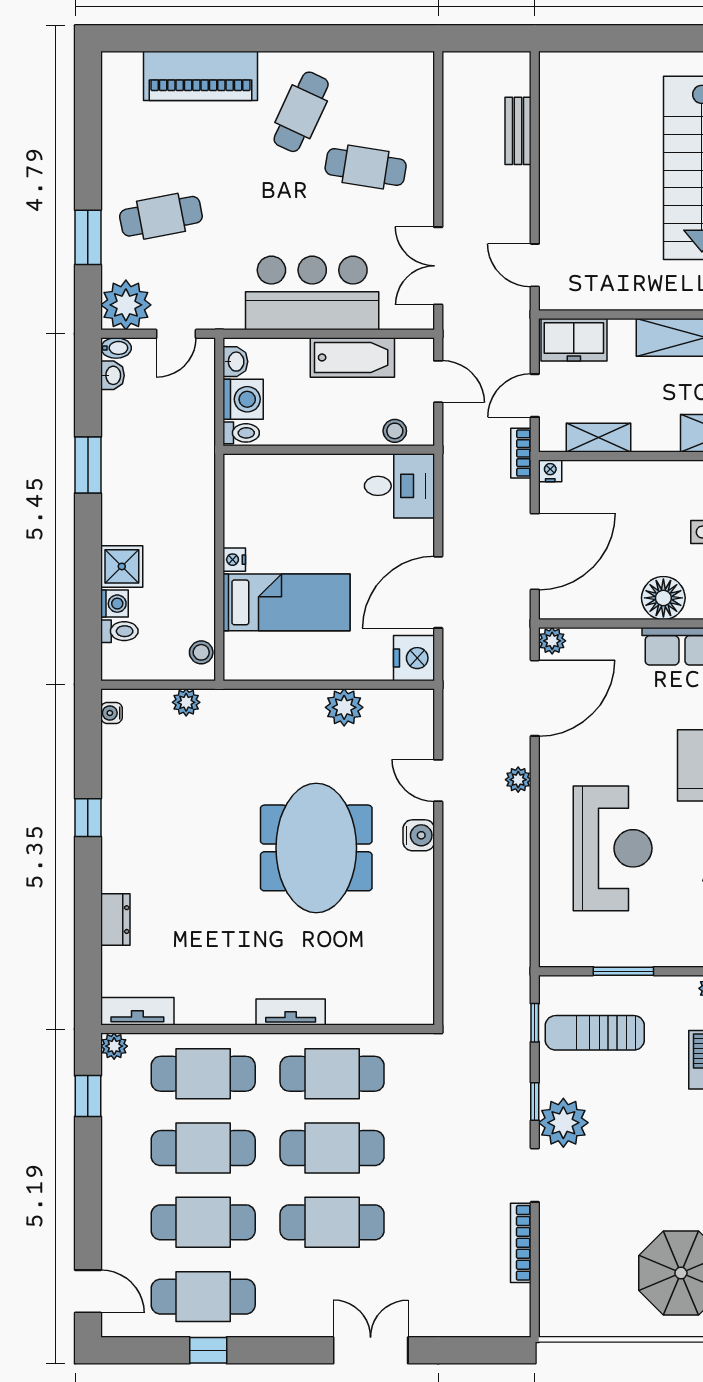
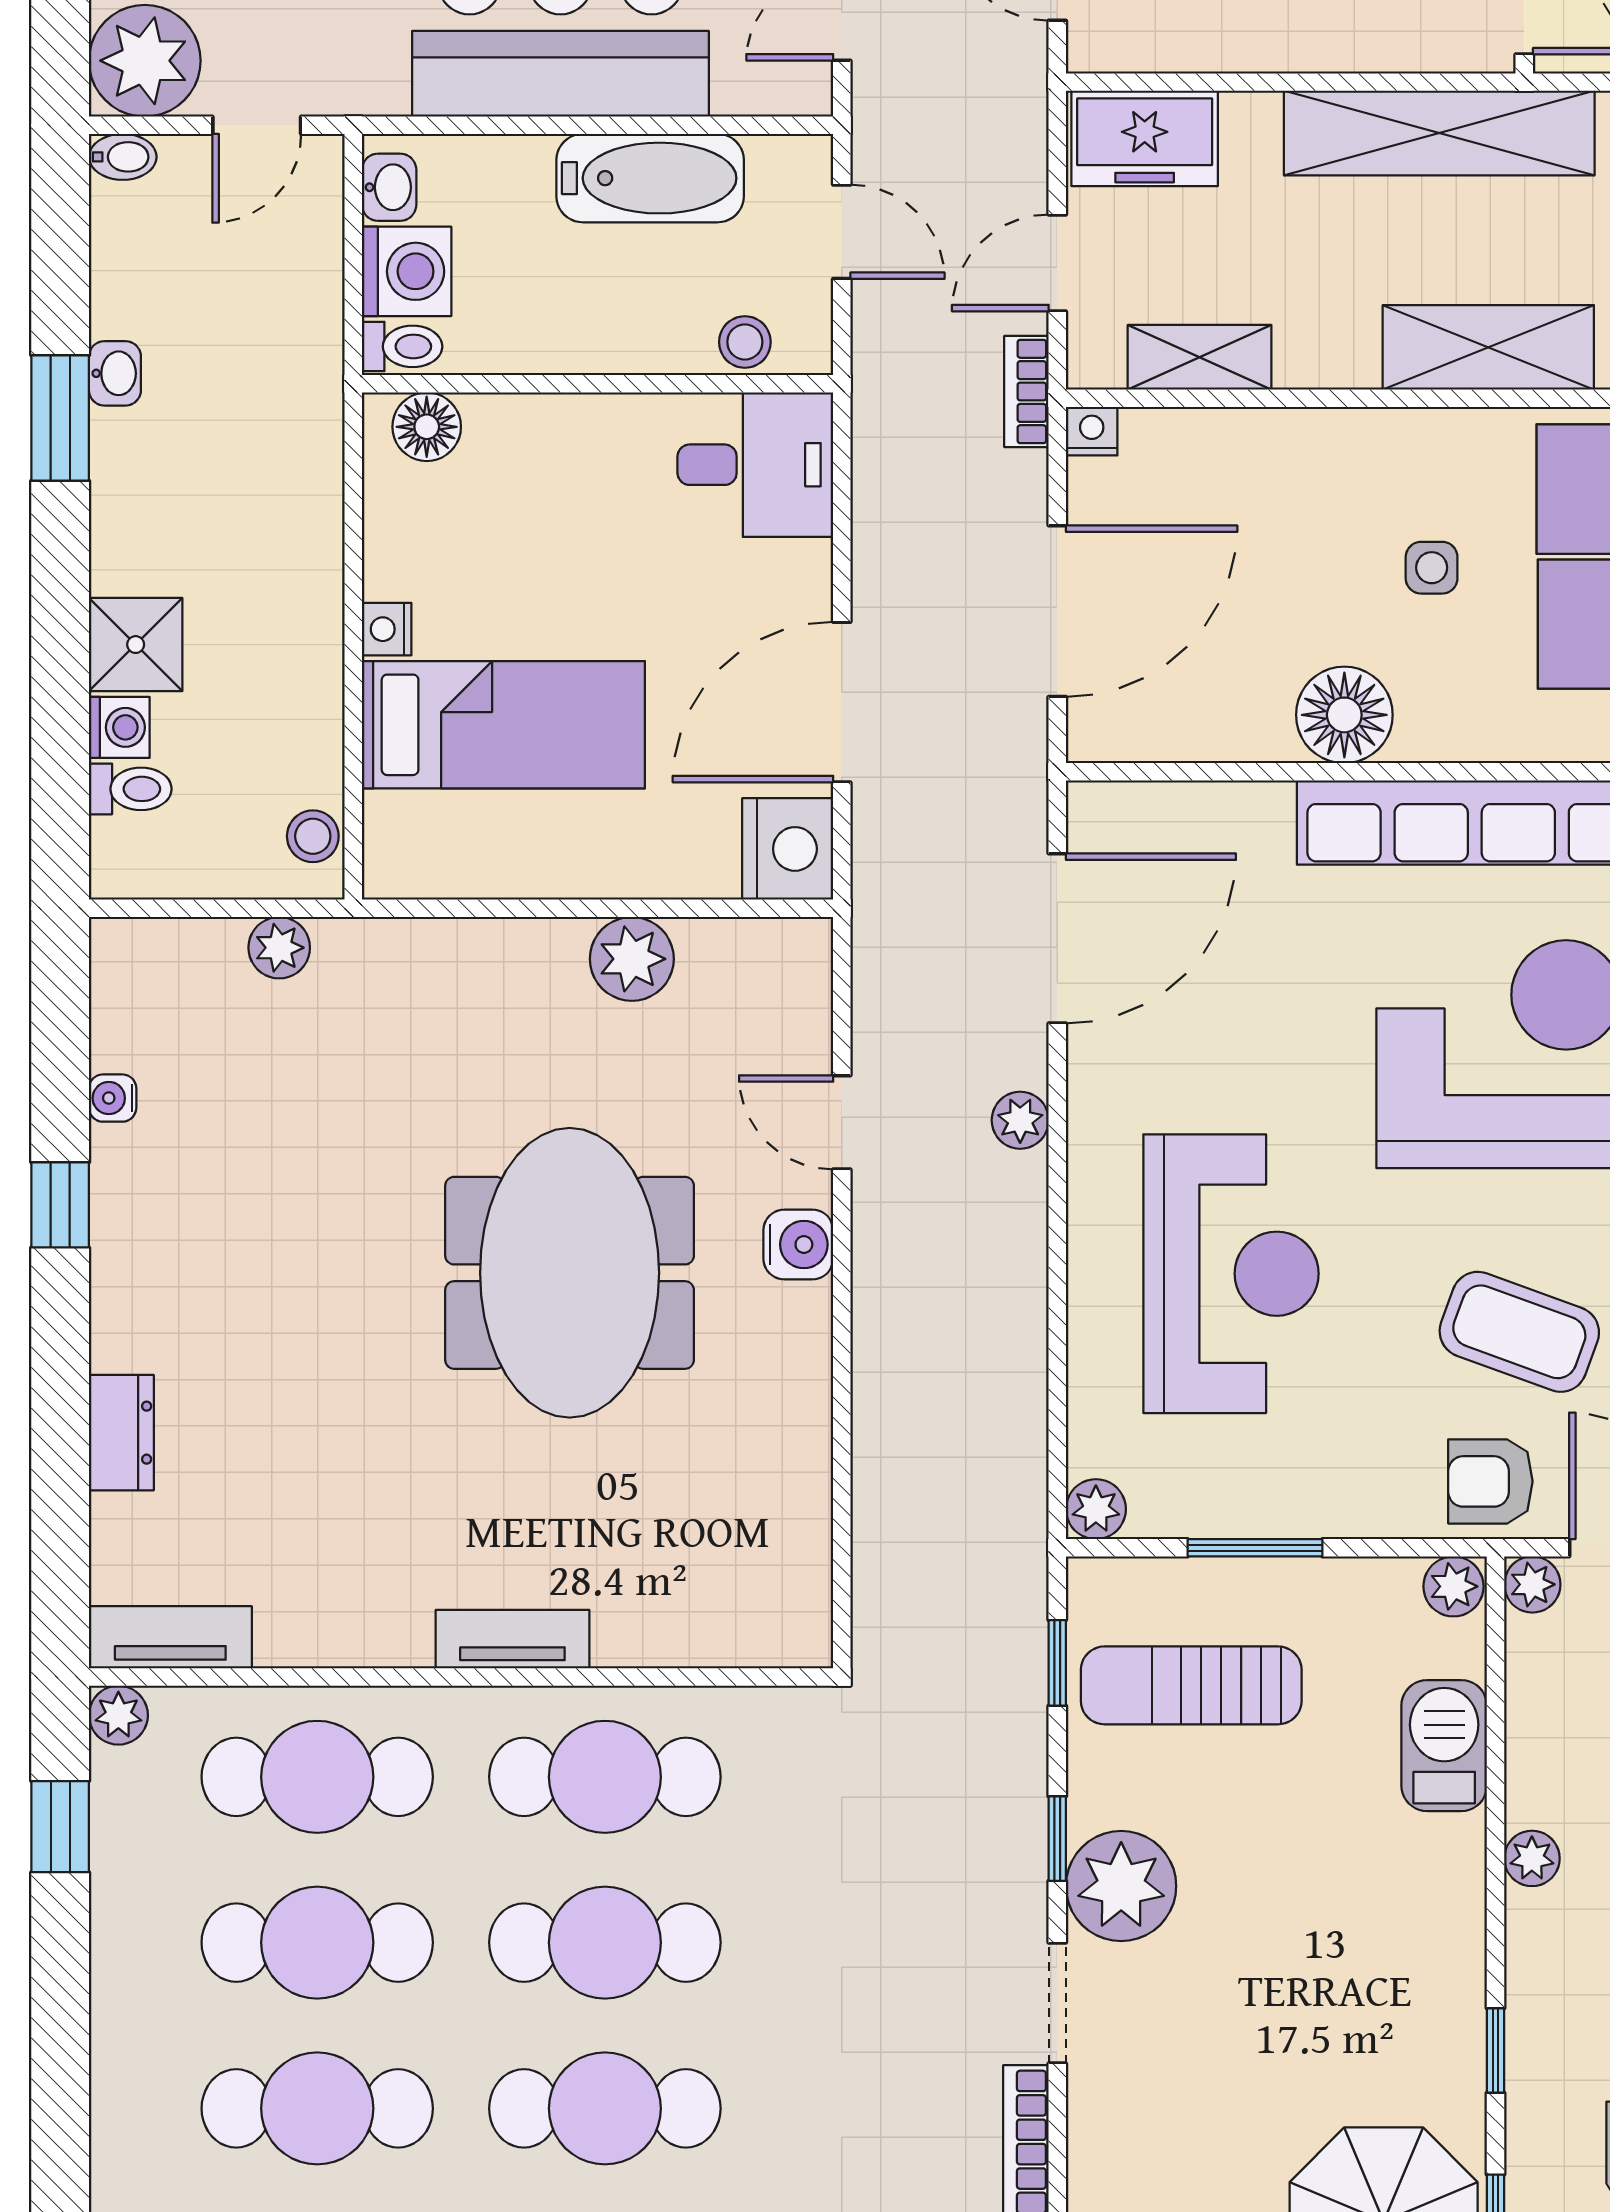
washbasin: (113, 375) -> (115, 373), moved
floor lamp: (252, 469) -> (427, 427), added
plant: (552, 641) -> (1096, 1509), moved
water cooler: (111, 713) -> (113, 1098), moved

